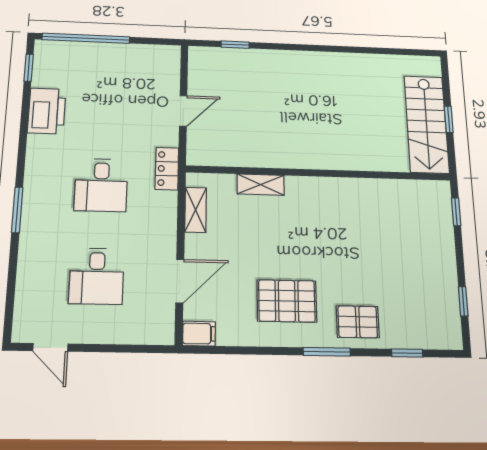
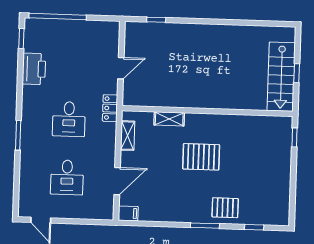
pallet: (287, 301) -> (201, 157), moved
window: (463, 301) -> (293, 196), removed

